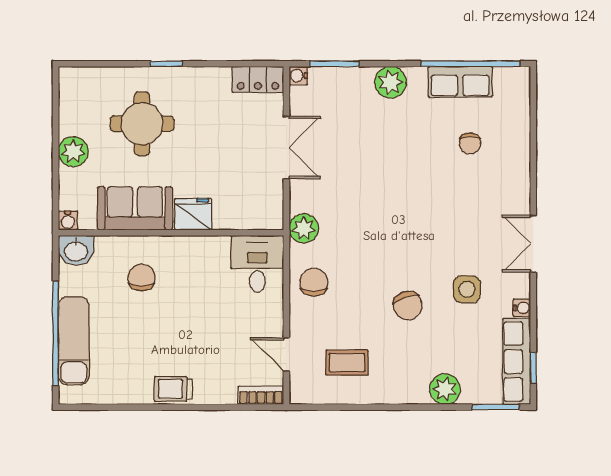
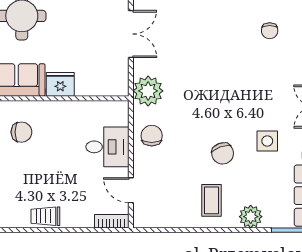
plant: (304, 228) -> (148, 91), width x1.36, depth x1.36
desk: (257, 264) -> (107, 147), moved, turned 90
chair: (141, 277) -> (21, 132), turned 90
coffee table: (347, 363) -> (211, 200), moved, turned 90

